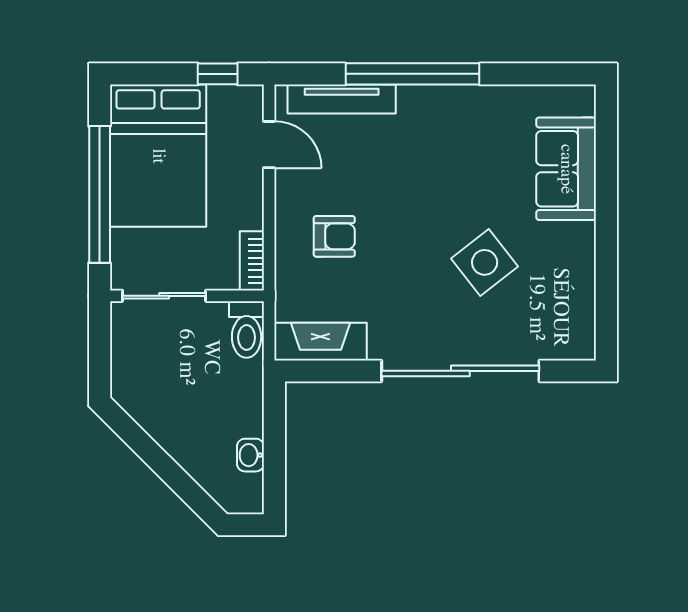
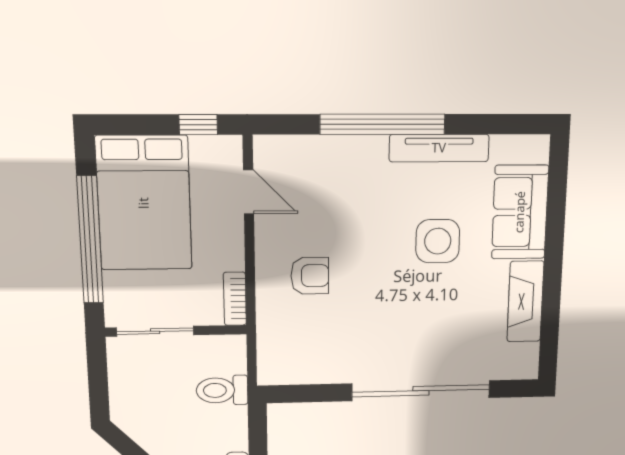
tv unit: (342, 99) -> (439, 148), moved
side table: (485, 262) -> (438, 241), moved, turned 38
toilet: (247, 330) -> (222, 390), moved, turned 90
fireplace: (320, 342) -> (525, 301), moved, turned -90

